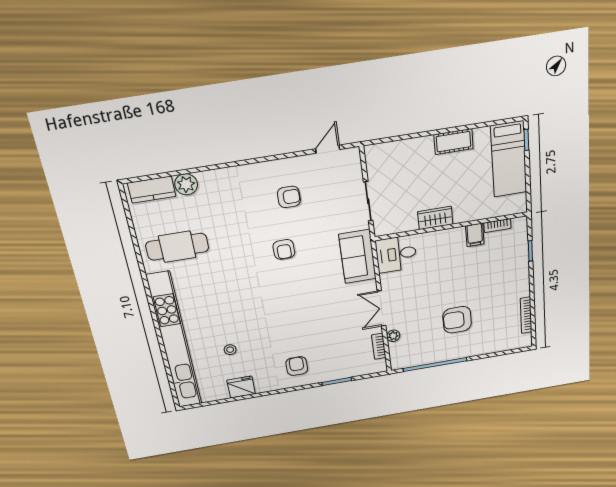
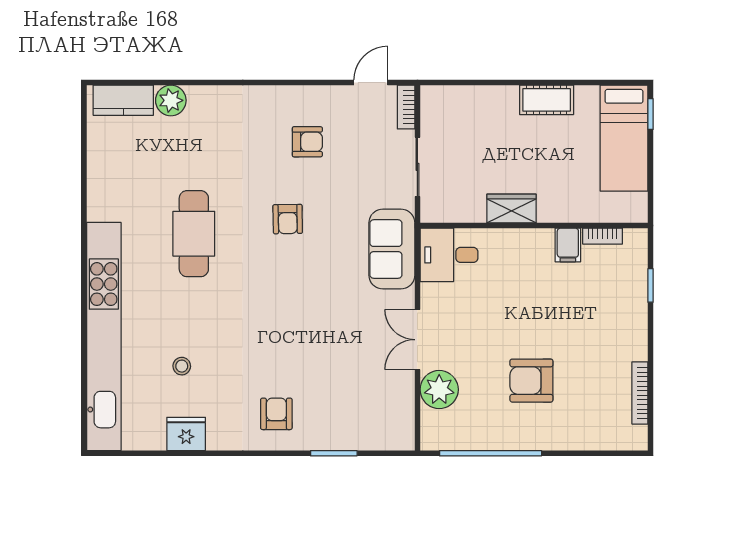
cafe table: (177, 247) -> (194, 234), moved, turned 90
plant: (393, 336) -> (439, 390), width x1.87, depth x1.87
bookcase: (379, 346) -> (406, 107), moved

